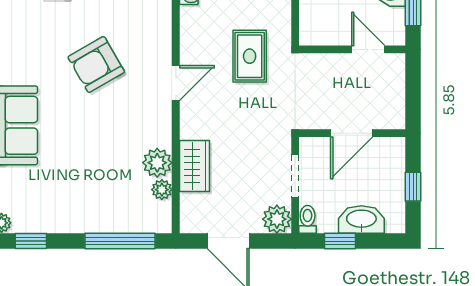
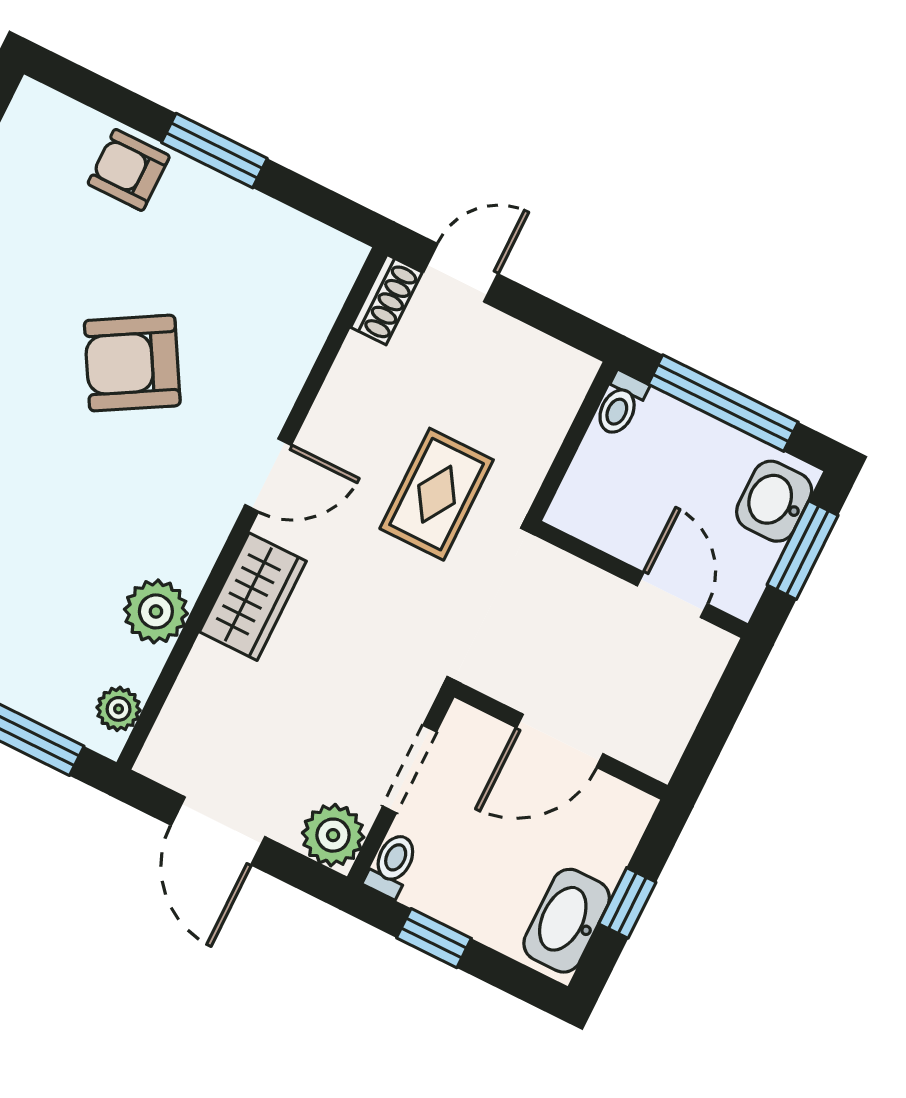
wardrobe: (194, 166) -> (253, 597), moved
plant: (162, 190) -> (119, 709), moved
washbasin: (361, 219) -> (567, 921), moved, turned -90

